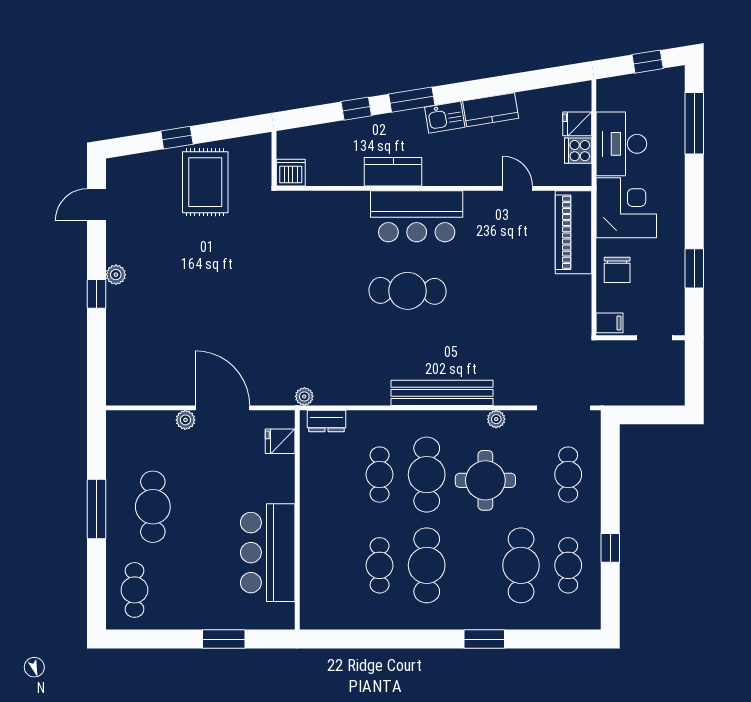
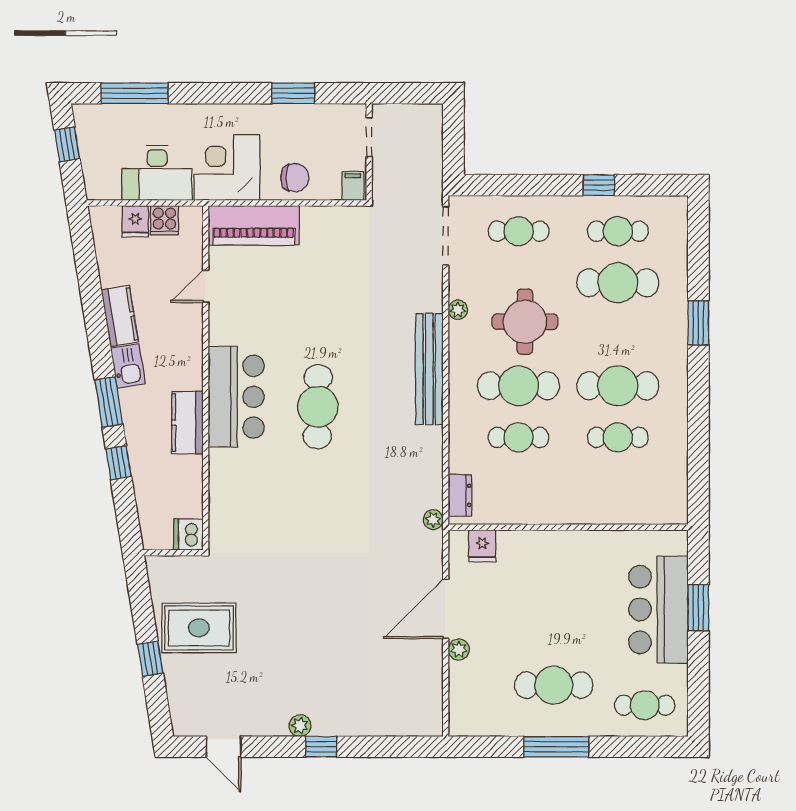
bar counter: (268, 553) -> (658, 610), moved, turned 90

